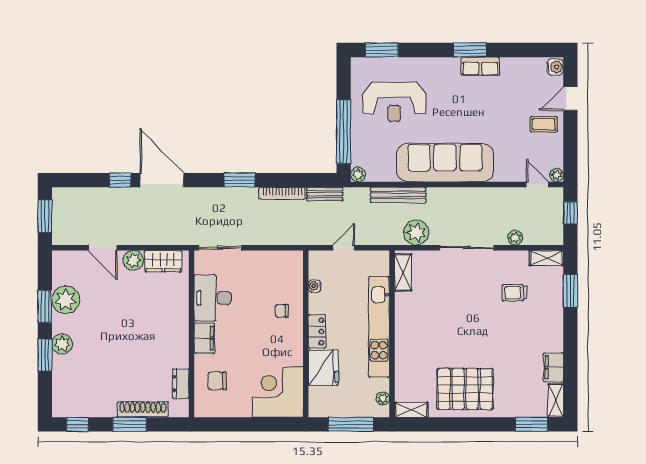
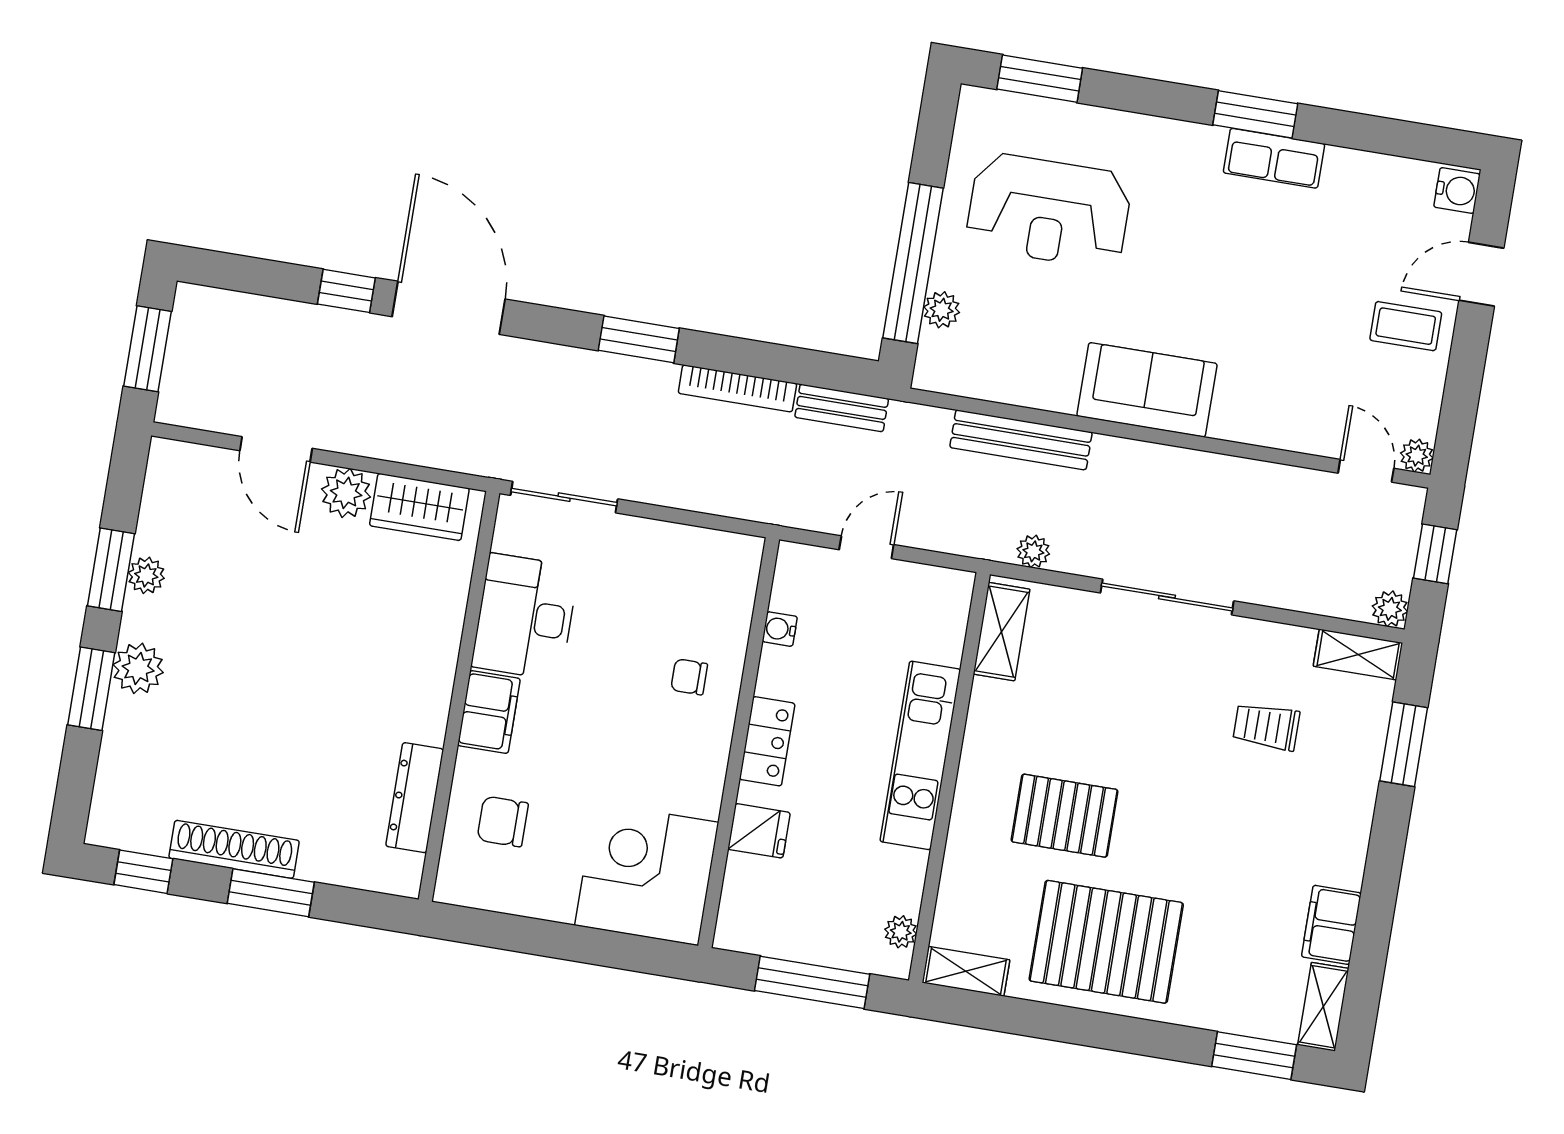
sofa: (445, 163) -> (1147, 390), width x0.54, depth x0.79
plant: (358, 174) -> (942, 310), moved
plant: (416, 233) -> (1033, 551), width x0.53, depth x0.53
plant: (515, 238) -> (1390, 609), moved
plant: (66, 300) -> (146, 575), width x0.53, depth x0.53
kitchen unit: (379, 327) -> (920, 755), width x0.73
pallet: (440, 341) -> (1065, 816), added
fridge: (324, 368) -> (759, 831), width x0.53, depth x0.75
dresser: (181, 384) -> (415, 798), width x1.44
shoe rack: (143, 410) -> (234, 849), moved

